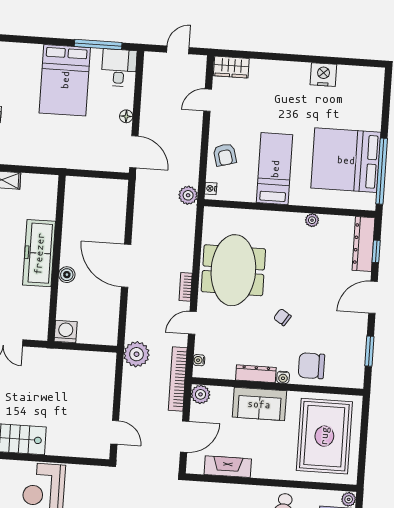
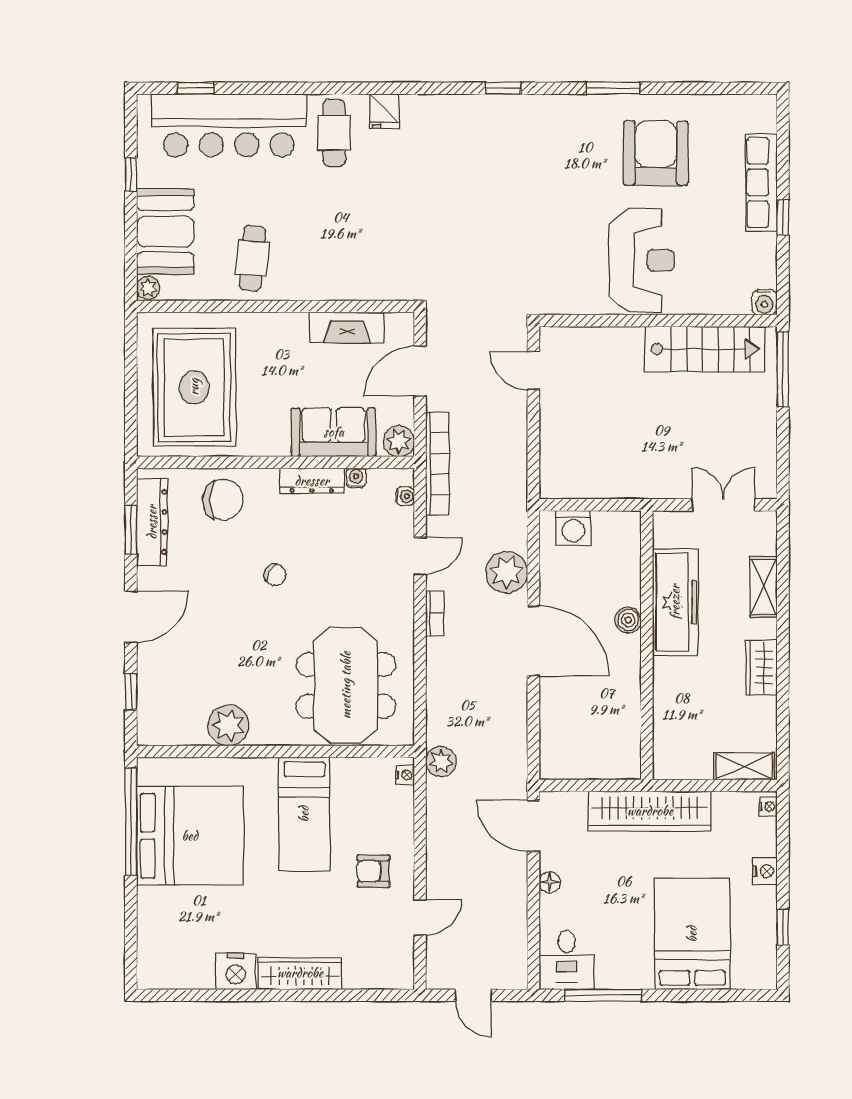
door: (178, 50) -> (473, 995), hinge flipped
wardrobe: (231, 67) -> (300, 973), moved, width x1.50
bed: (65, 80) -> (692, 934), moved
armchair: (225, 155) -> (373, 871), moved, turned -75
wardrobe: (62, 156) -> (650, 811), added
plant: (312, 220) -> (228, 725), width x1.88, depth x1.88
dresser: (364, 244) -> (152, 522), moved
freezer: (39, 253) -> (675, 602), moved
meeting table: (233, 270) -> (346, 685), moved
washing machine: (66, 332) -> (573, 528), moved
plant: (137, 354) -> (507, 572), moved
water cooler: (283, 377) -> (356, 478), moved
sofa: (259, 404) -> (334, 432), moved

